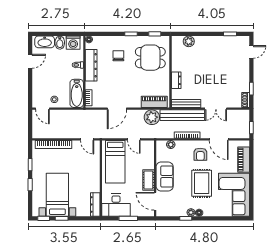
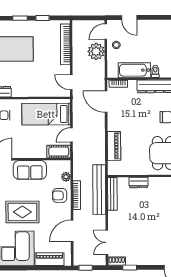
door: (30, 61) -> (129, 18), moved
bathtub: (77, 93) -> (134, 70), moved
piano: (154, 102) -> (114, 146), moved
door: (117, 109) -> (106, 102), moved
double door: (216, 109) -> (107, 242), moved
plant: (152, 117) -> (96, 51), moved
door: (87, 139) -> (71, 82), hinge flipped
armchair: (200, 154) -> (60, 195), moved
cot: (148, 180) -> (59, 152), moved

